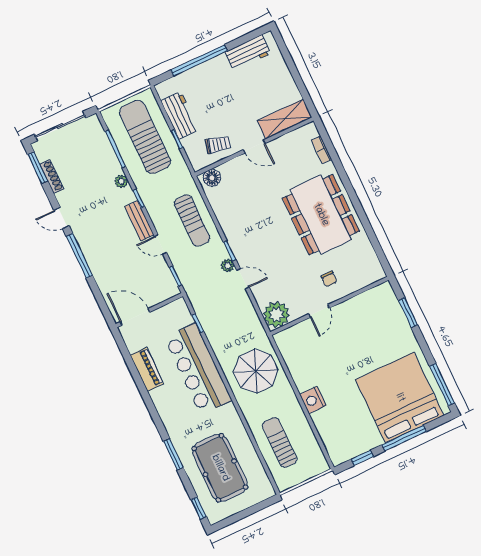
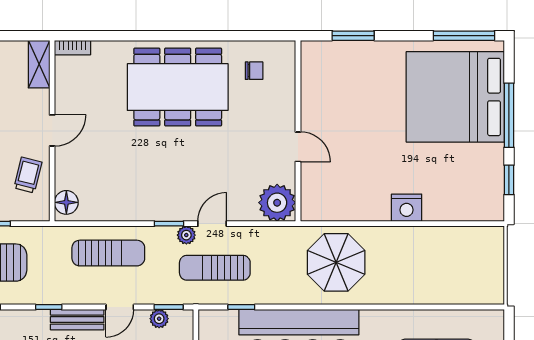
shelving: (285, 119) -> (39, 64), width x0.67, depth x0.75
bookcase: (322, 150) -> (72, 48), moved
plant: (121, 181) -> (159, 319), moved
chair: (329, 279) -> (254, 71), moved
sun lounger: (280, 442) -> (215, 268), moved

